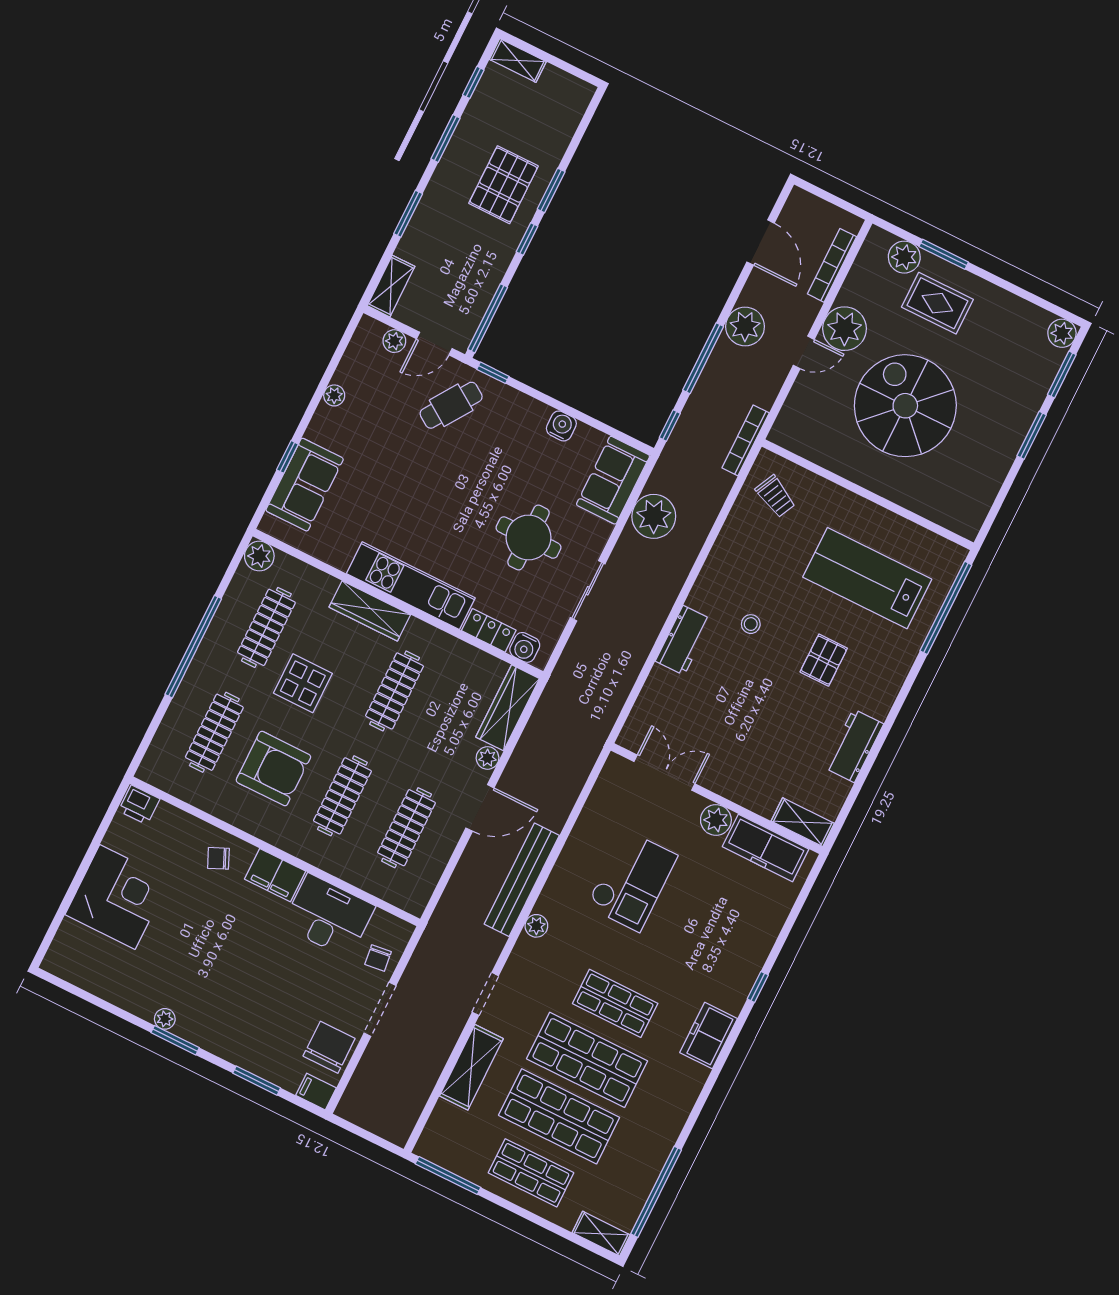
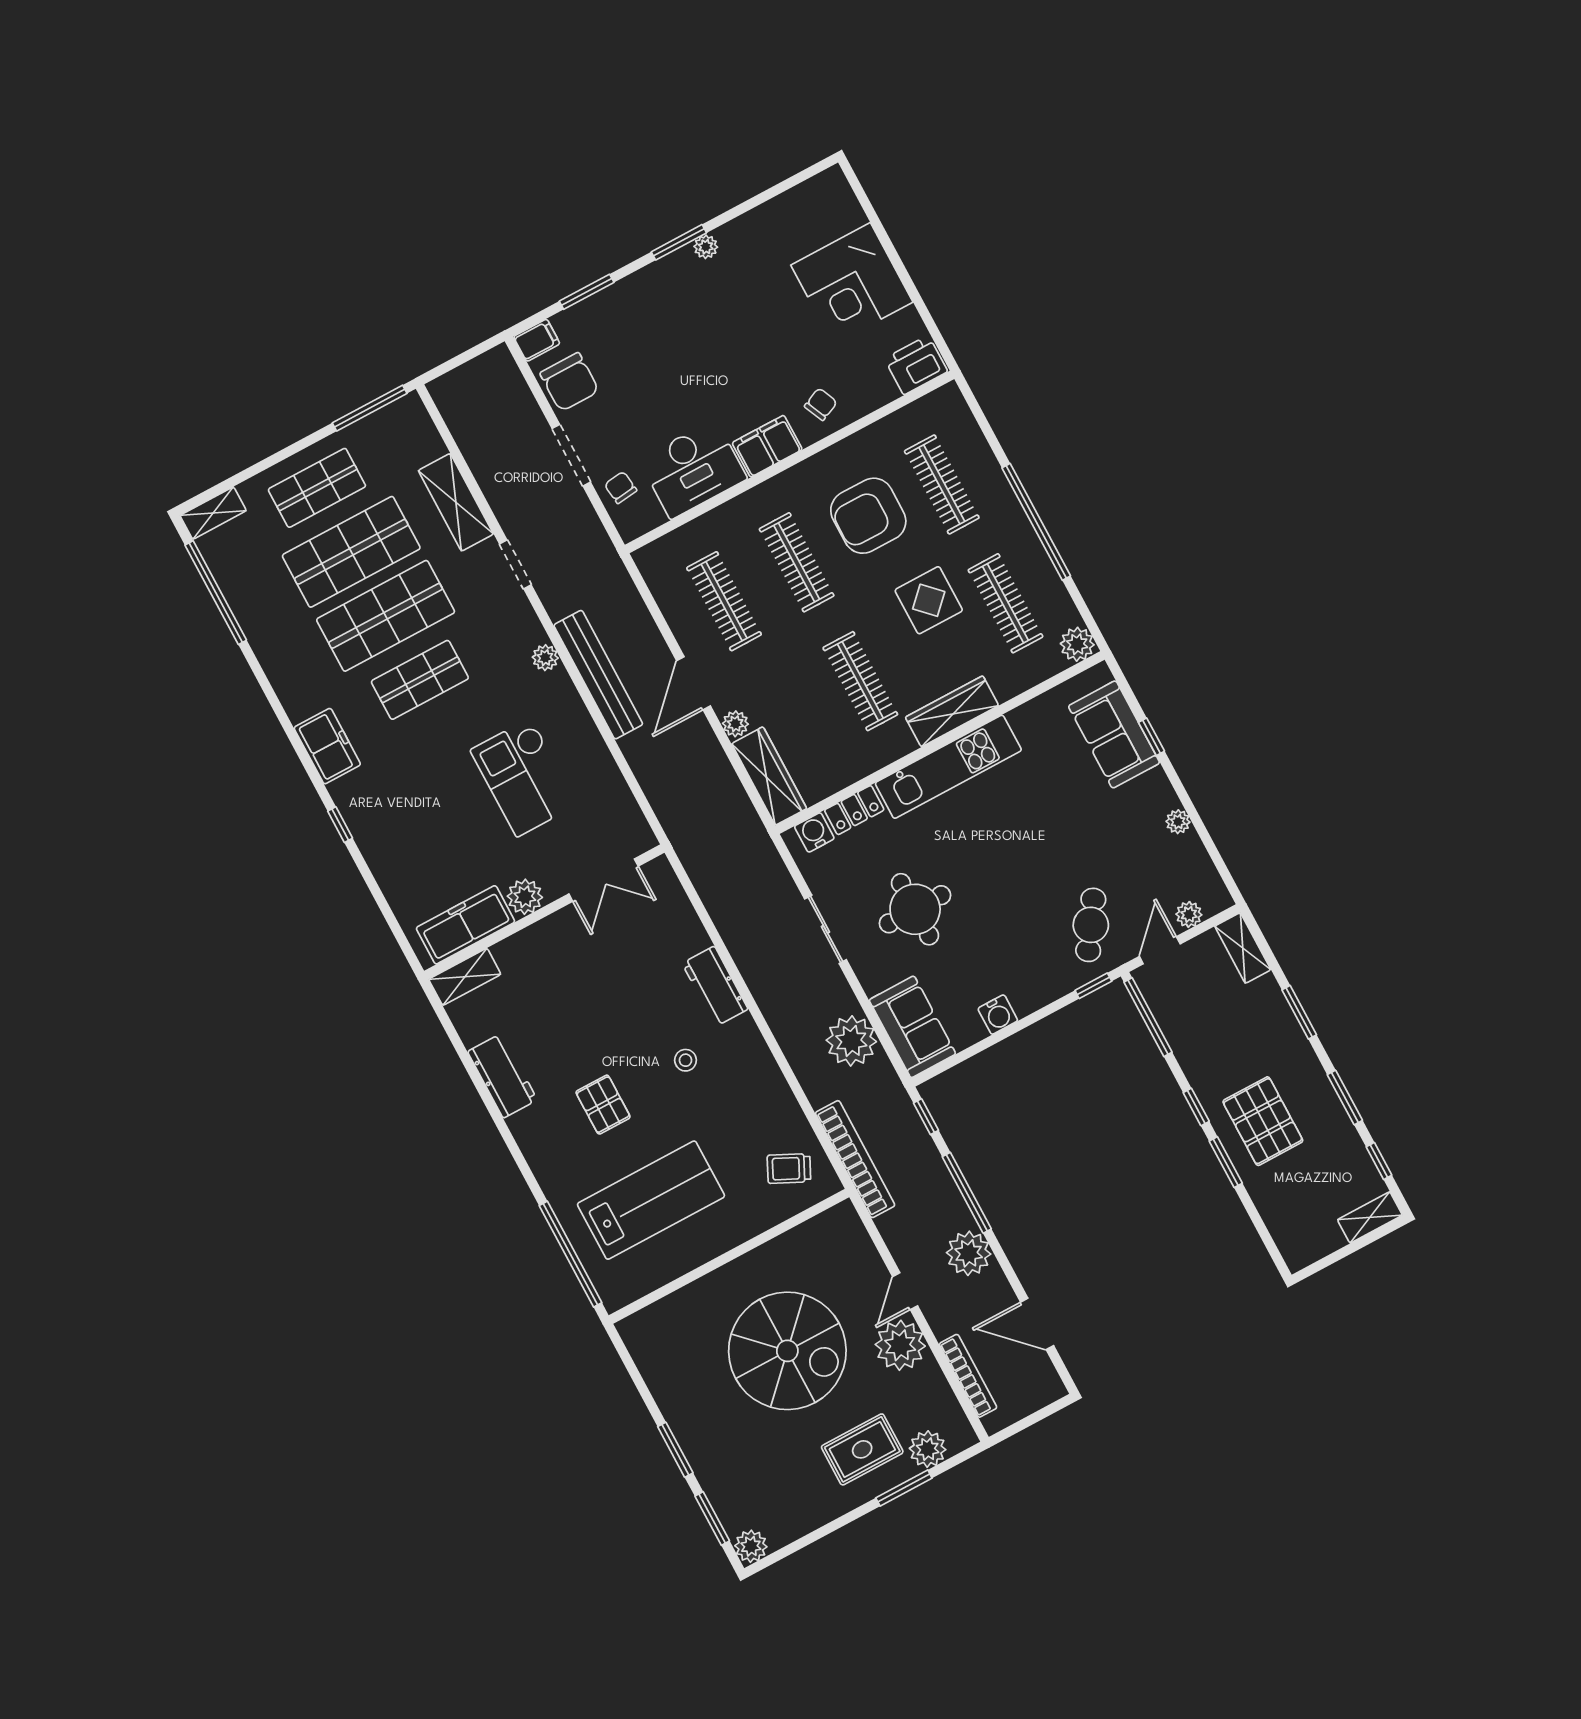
bookcase: (746, 440) -> (855, 1159), width x1.48, depth x1.31
printer: (139, 805) -> (916, 365), width x1.36, depth x1.24

